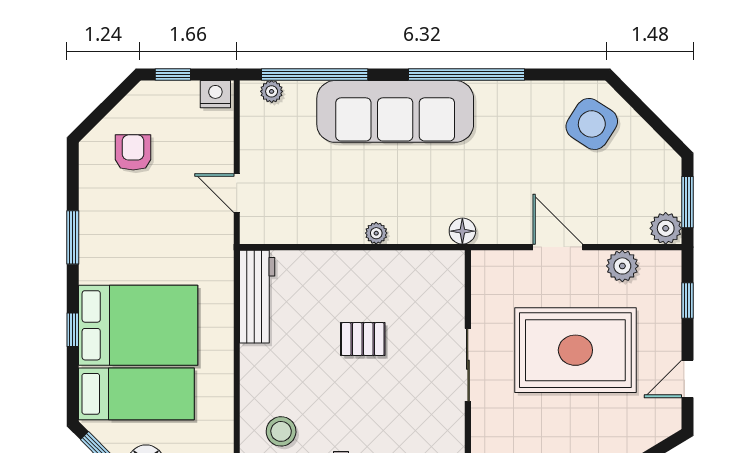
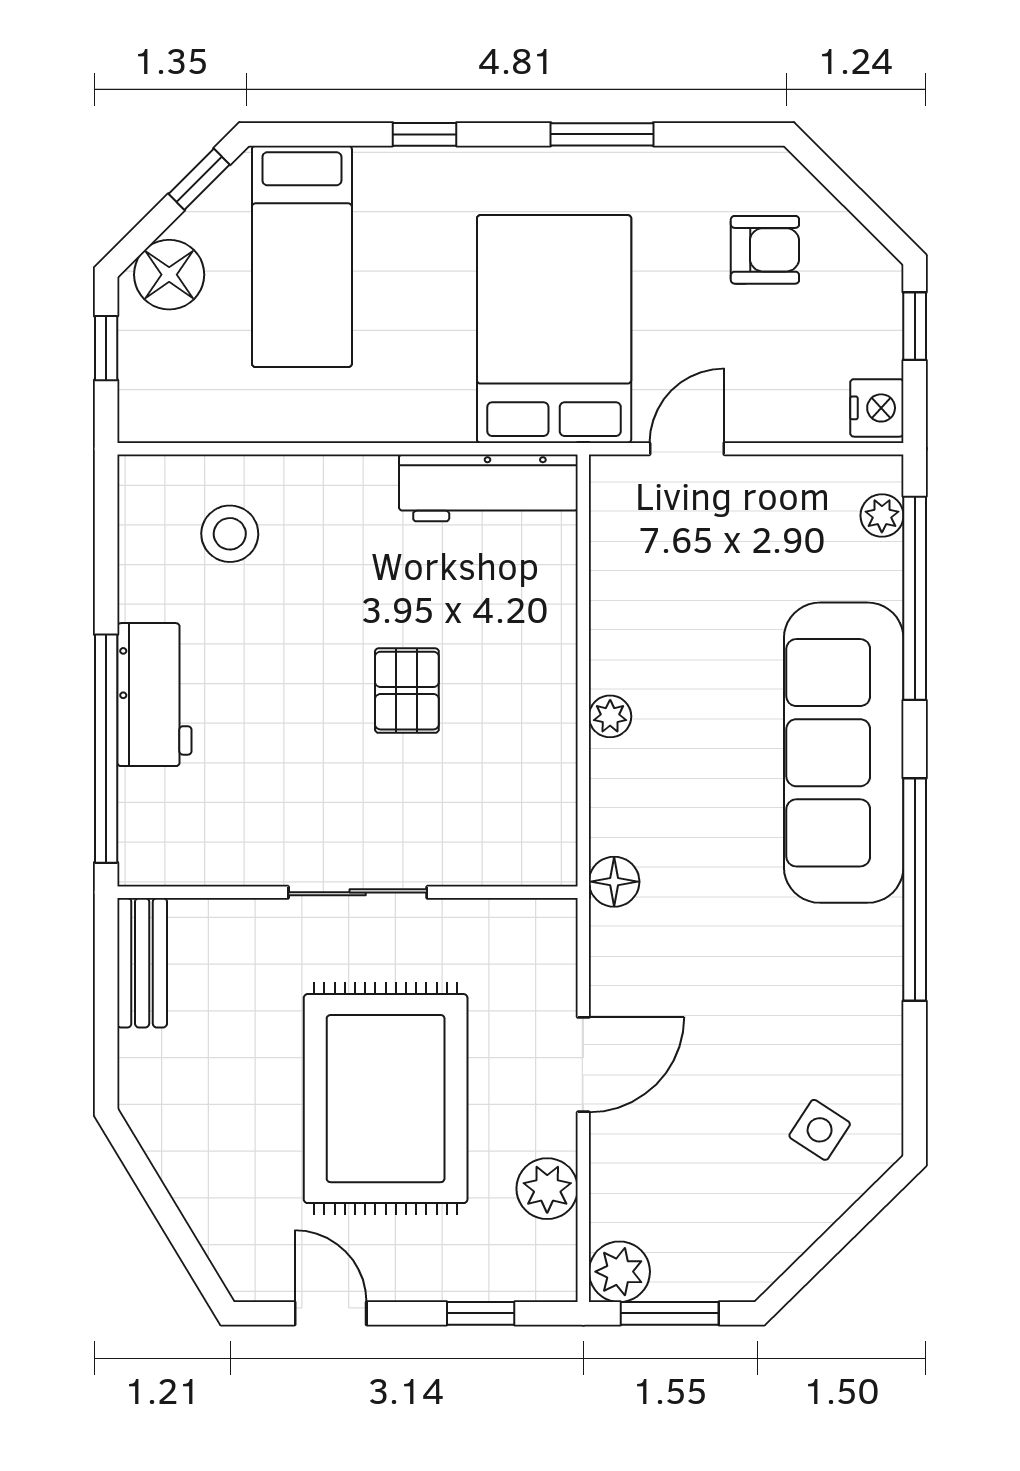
side table: (592, 124) -> (820, 1130), width x0.54, depth x0.54
bed: (138, 325) -> (554, 329), moved, turned 180

